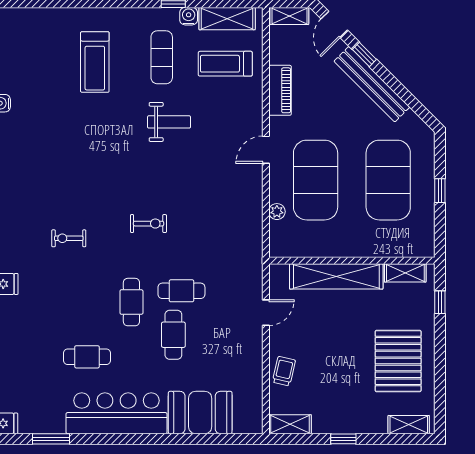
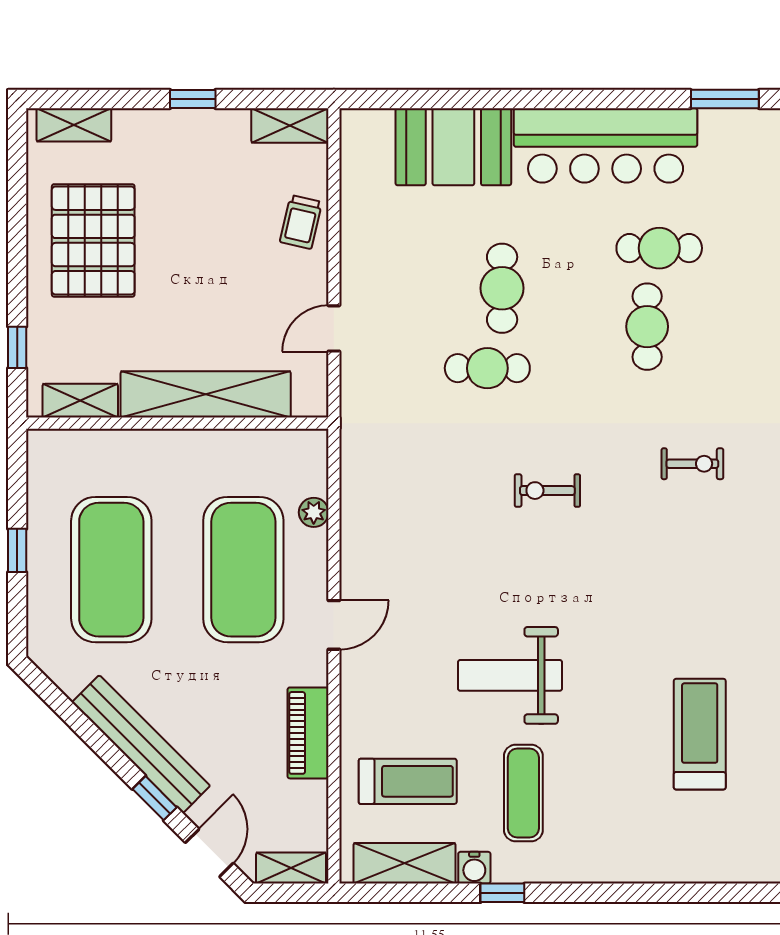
treadmill: (95, 62) -> (700, 734), moved
weight bench: (169, 122) -> (510, 675), width x1.36, depth x1.33
cafe table: (131, 302) -> (647, 327), moved

